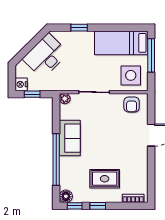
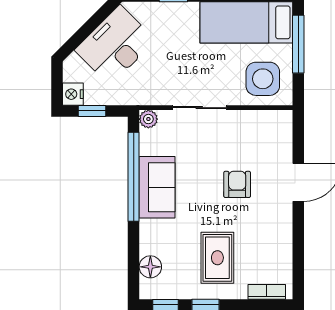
armchair: (132, 105) -> (237, 184), moved, turned 180
window: (56, 159) -> (134, 177), moved
rug: (105, 179) -> (217, 258), turned 90
floor lamp: (66, 196) -> (150, 267), moved

